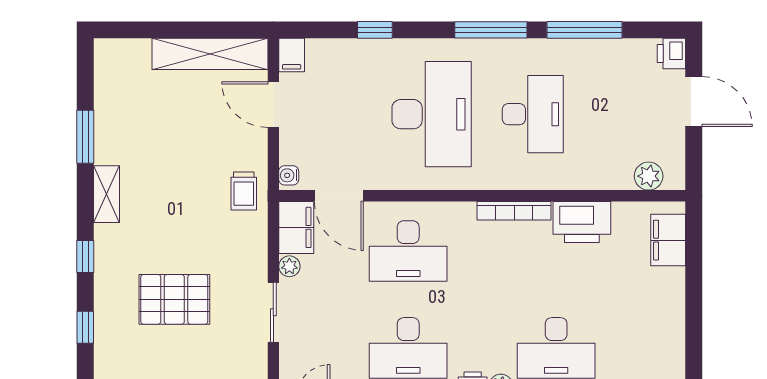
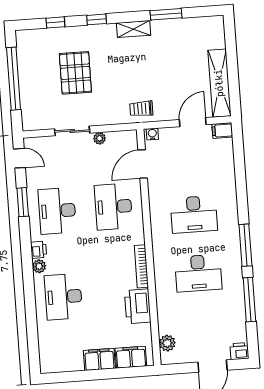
window: (375, 30) -> (240, 178), removed
desk: (432, 114) -> (194, 214), width x0.73, depth x0.77
filing cabinet: (296, 227) -> (99, 359), moved, turned 180

